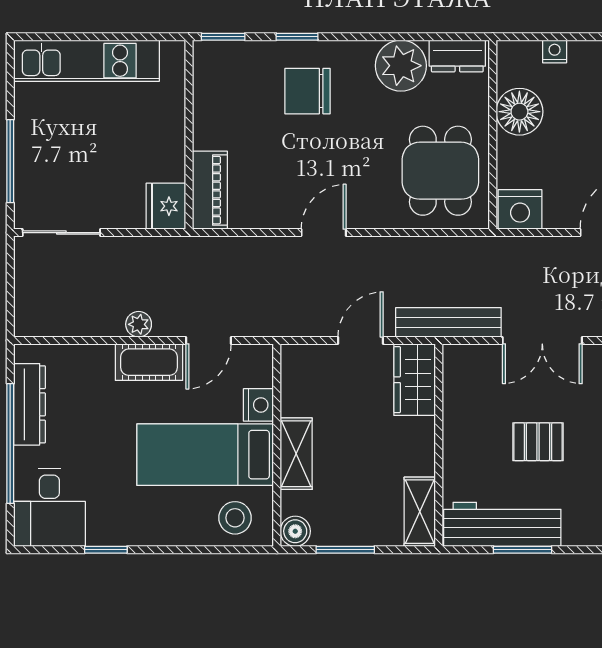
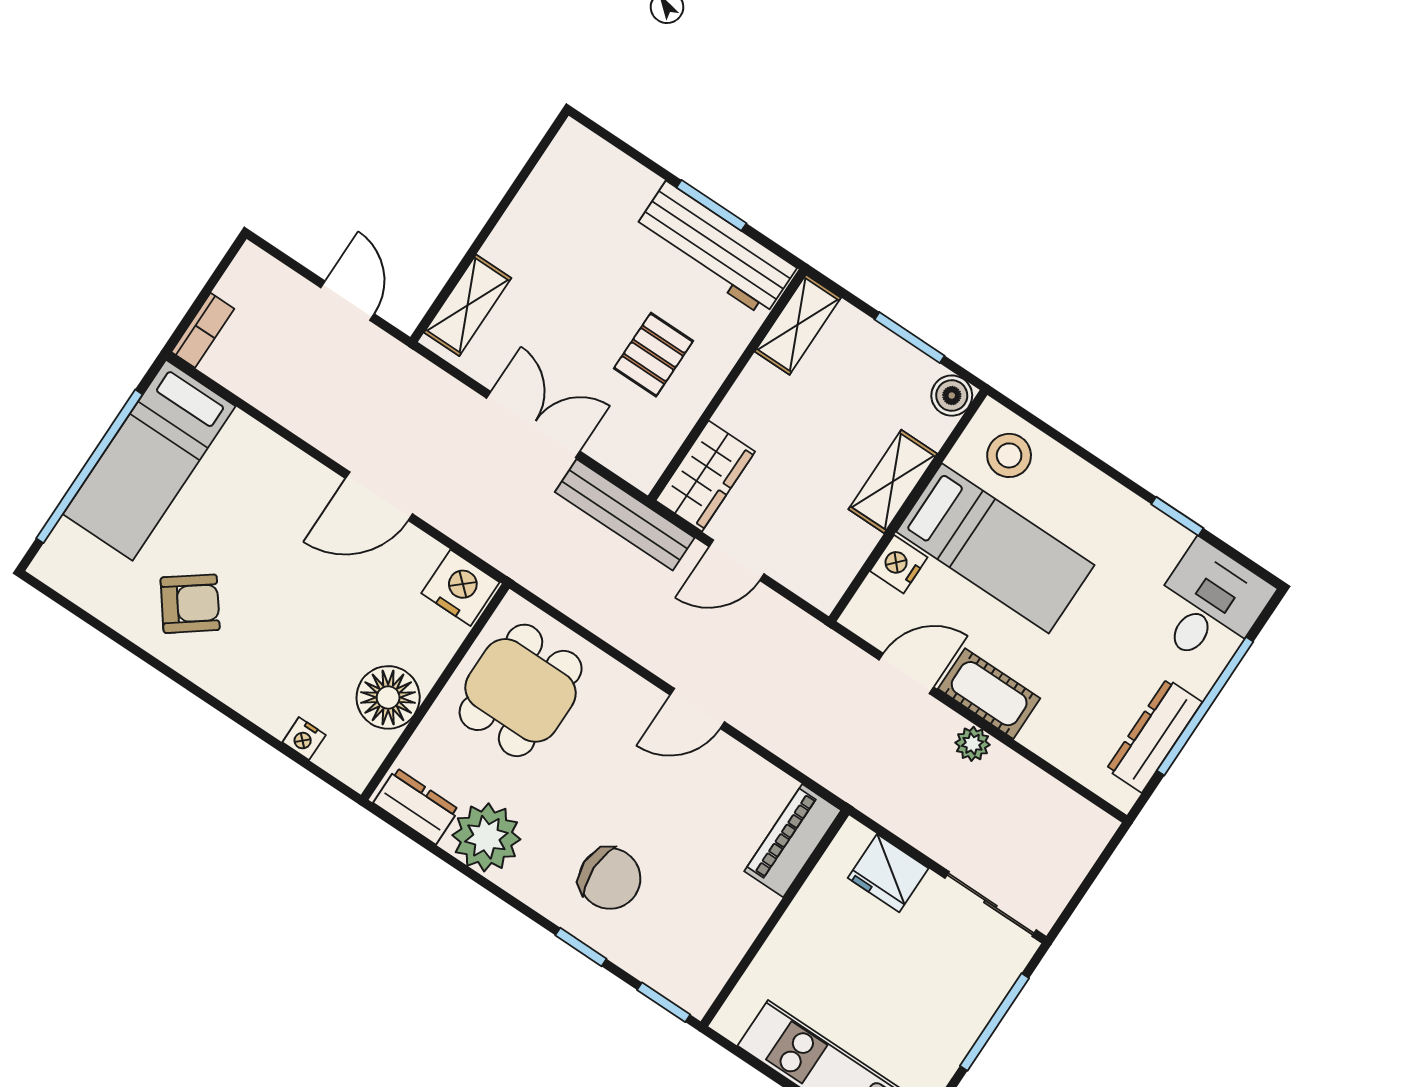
fridge: (166, 206) -> (888, 873), moved, turned 90
pallet: (538, 442) -> (653, 355), moved, turned 90

